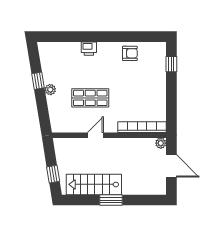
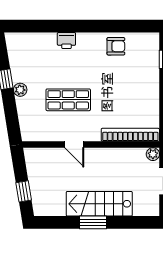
door: (95, 135) -> (74, 145), swing flipped
stairs: (94, 184) -> (99, 204), moved

